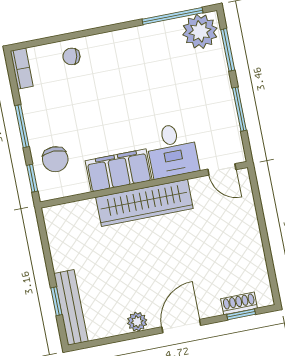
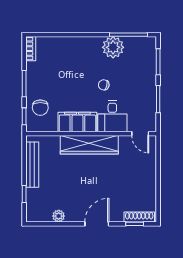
plant: (200, 31) -> (113, 47), moved
chair: (71, 56) -> (104, 85), moved
shoe rack: (239, 303) -> (139, 217), width x1.43
bench: (71, 307) -> (32, 165), moved
plant: (137, 322) -> (59, 216), moved

